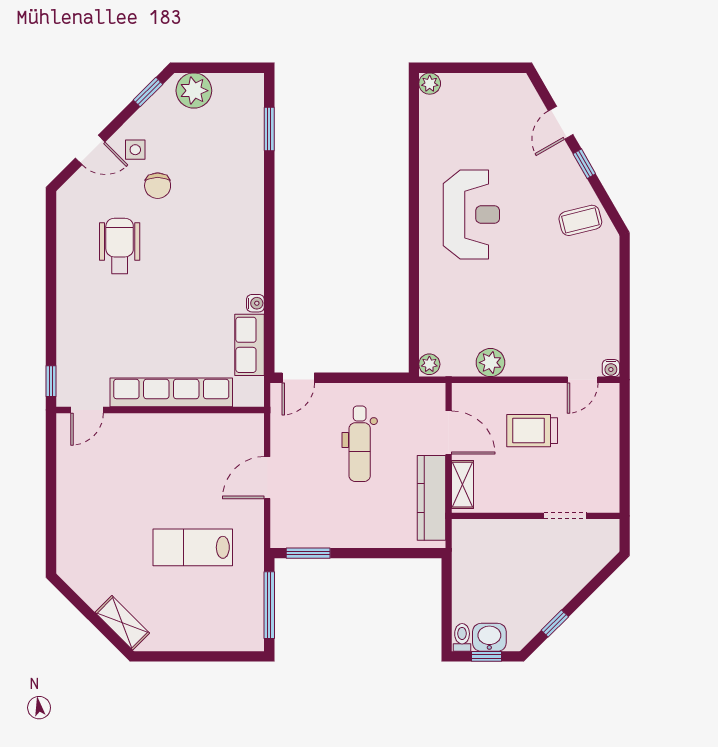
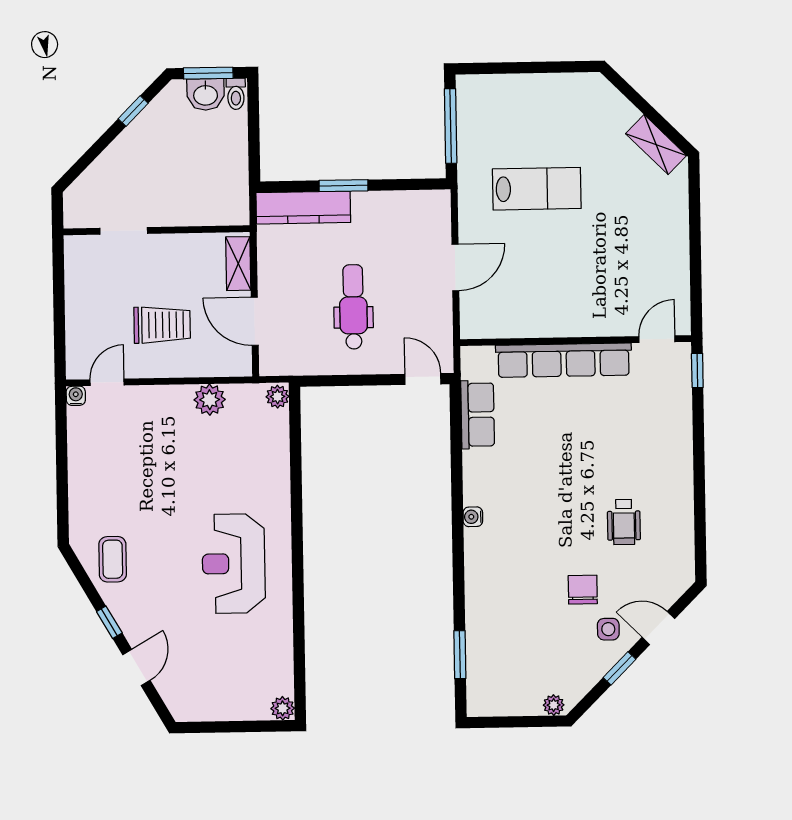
plant: (194, 91) -> (554, 705), width x0.53, depth x0.53
window: (148, 92) -> (619, 668), moved
coffee table: (580, 220) -> (113, 559), turned -76
wheelchair: (120, 246) -> (624, 522), width x0.73, depth x0.73
water cooler: (255, 303) -> (473, 517), moved
door: (298, 378) -> (423, 379), hinge flipped
kitchen counter: (431, 498) -> (303, 208), moved, turned 90
window: (308, 553) -> (343, 186), moved
shelving: (122, 623) -> (656, 145), moved
window: (487, 656) -> (208, 73), width x1.50

